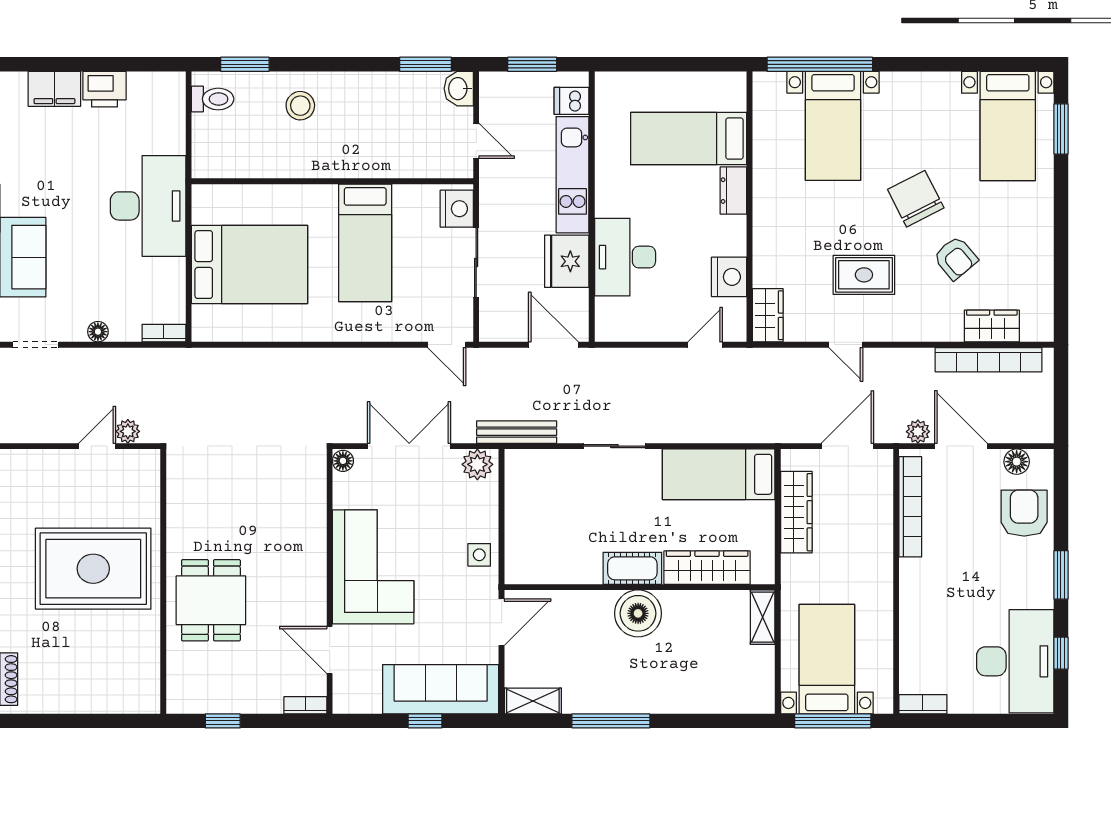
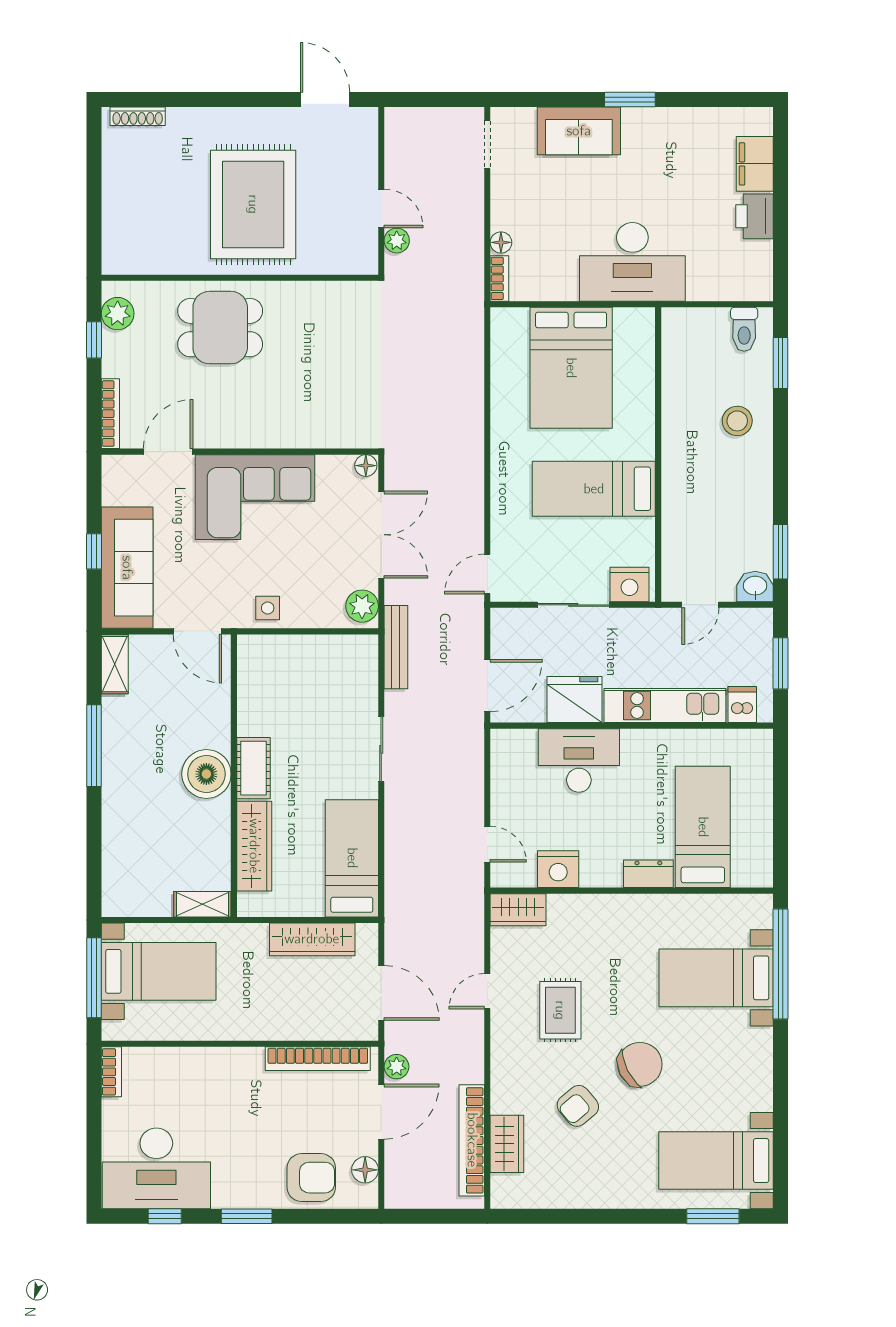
floor lamp: (98, 332) -> (501, 242), moved
plant: (198, 698) -> (118, 314), added
bookcase: (305, 705) -> (110, 414), width x1.56

